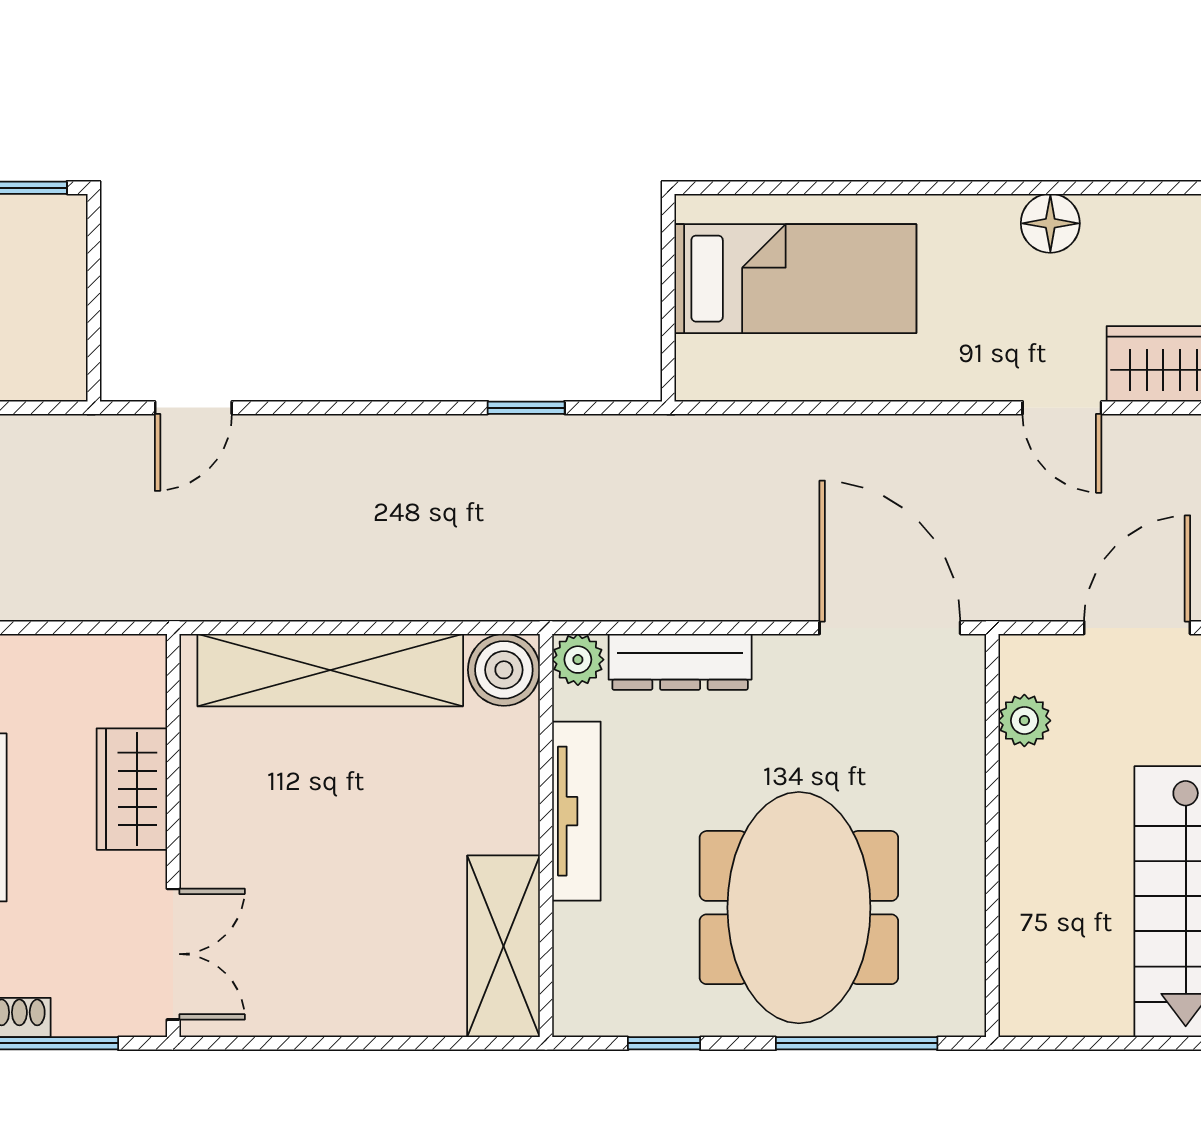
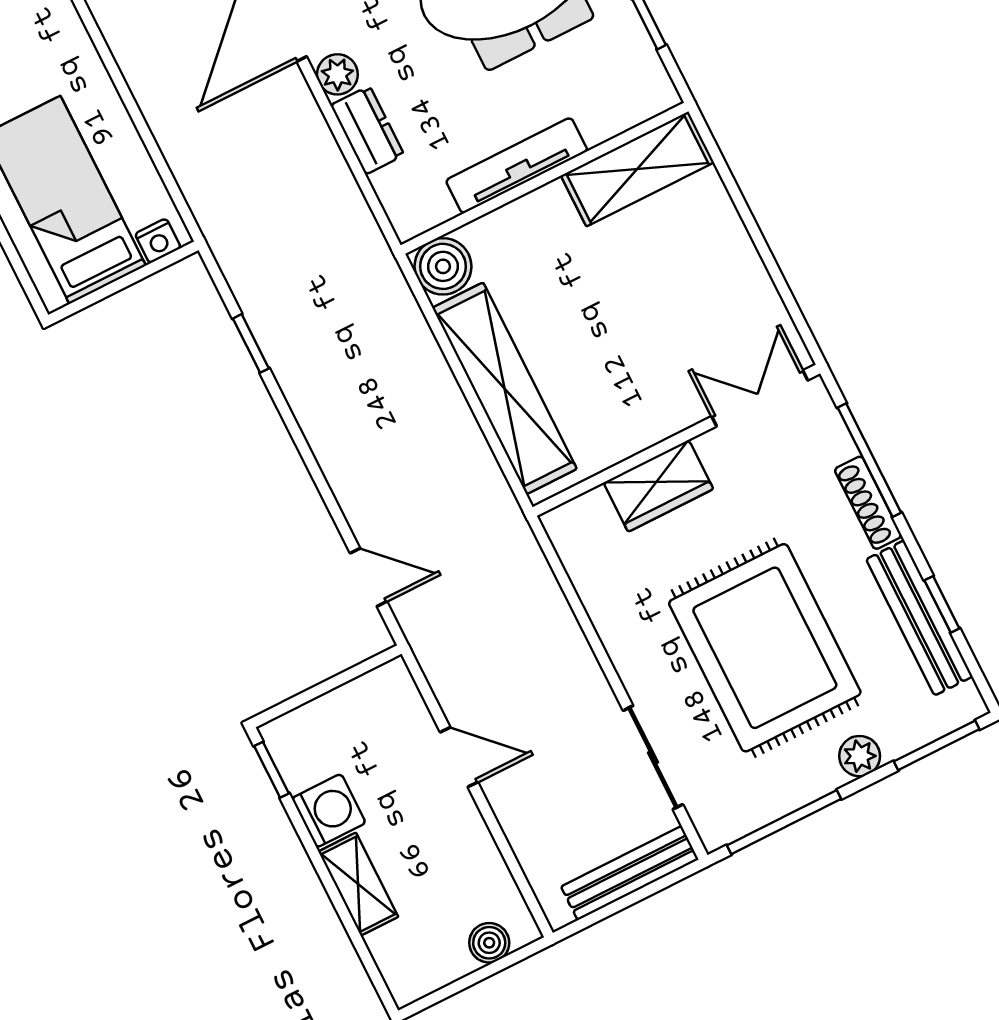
nightstand: (696, 361) -> (158, 241), added
plant: (578, 660) -> (337, 74), moved
dresser: (680, 662) -> (367, 130), width x0.70

